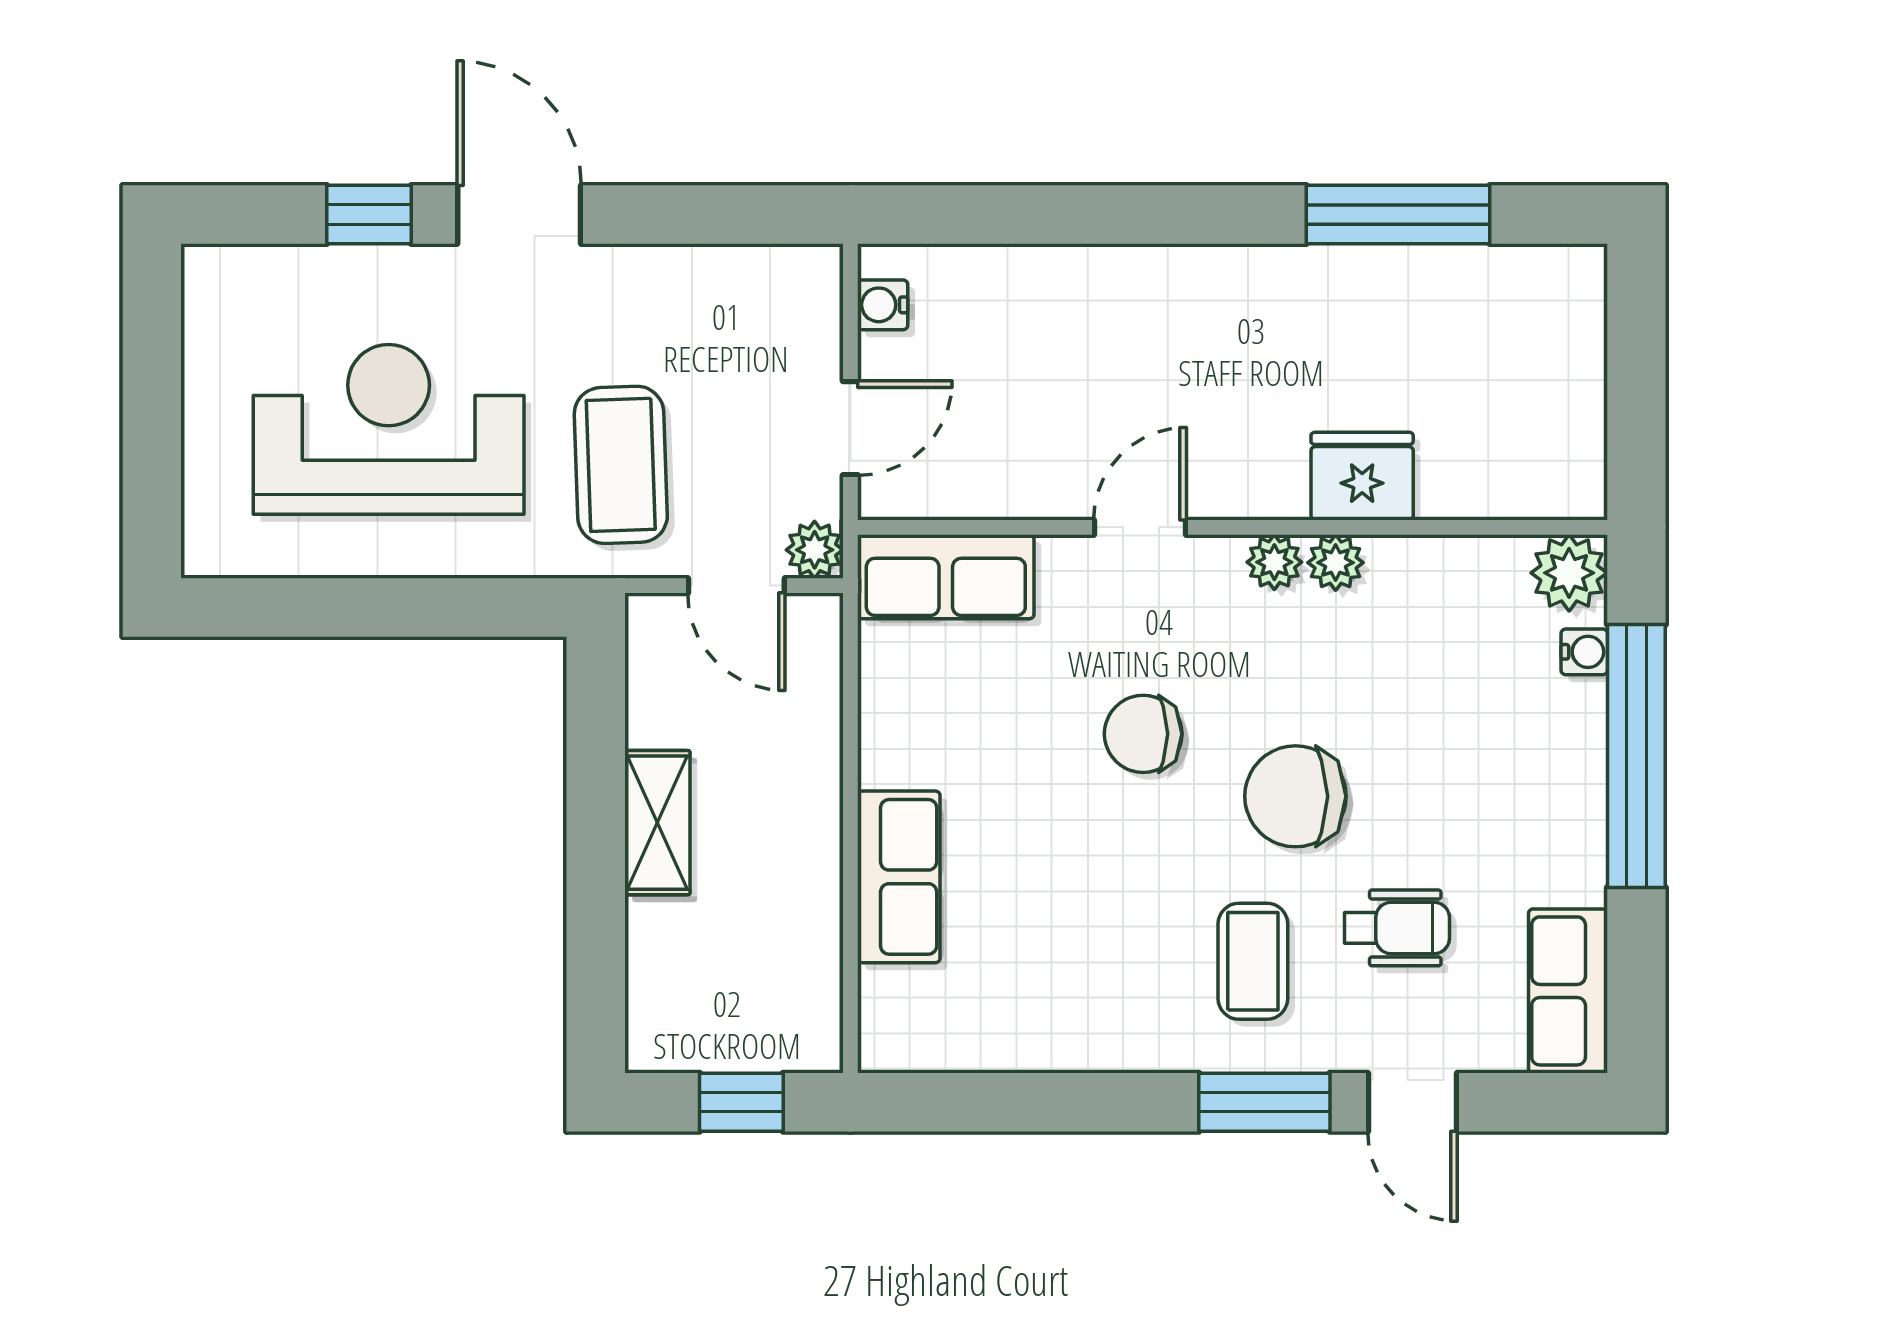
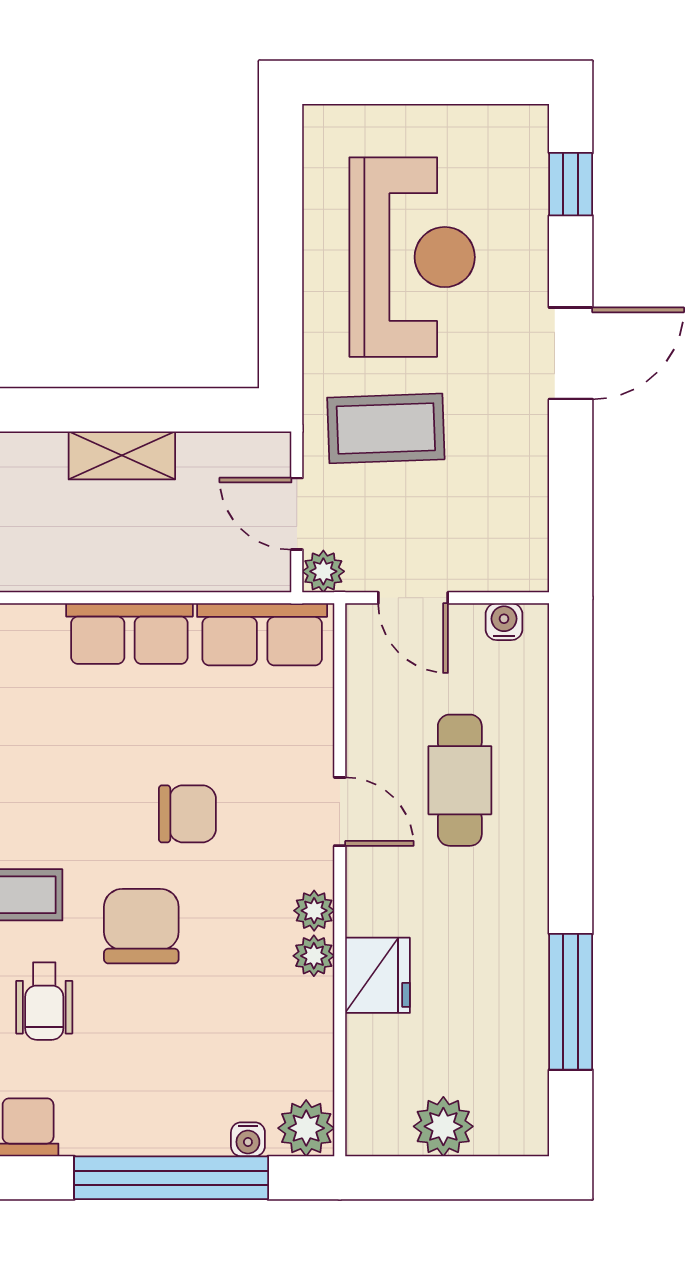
window: (369, 214) -> (571, 184), moved
cafe table: (1098, 365) -> (460, 780), added
plant: (1567, 387) -> (443, 1126), added
row of seats: (946, 577) -> (262, 634), moved, turned -90
door: (736, 586) -> (297, 514), hinge flipped
chair: (1143, 734) -> (187, 814), turned 90
row of seats: (899, 877) -> (129, 634), moved

